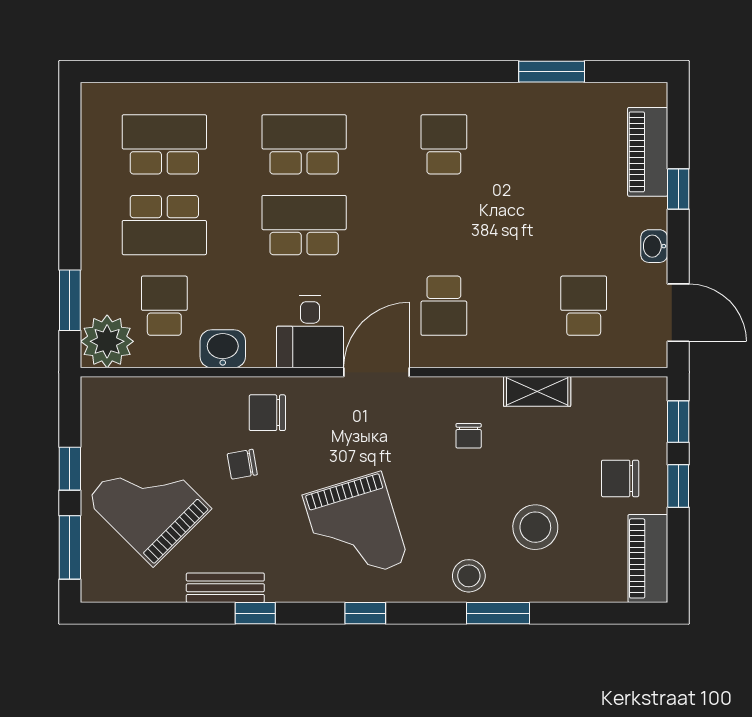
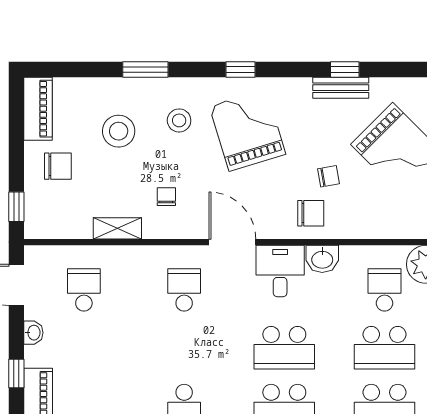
school desk: (164, 225) -> (385, 348), turned 180
school desk: (164, 306) -> (385, 290), turned 180
school desk: (584, 306) -> (84, 290), turned 180
washbasin: (223, 349) -> (322, 259), moved
door: (377, 372) -> (232, 242), swing flipped
window: (678, 486) -> (16, 161), removed
stool: (469, 576) -> (179, 120), moved
window: (255, 613) -> (345, 70), moved

